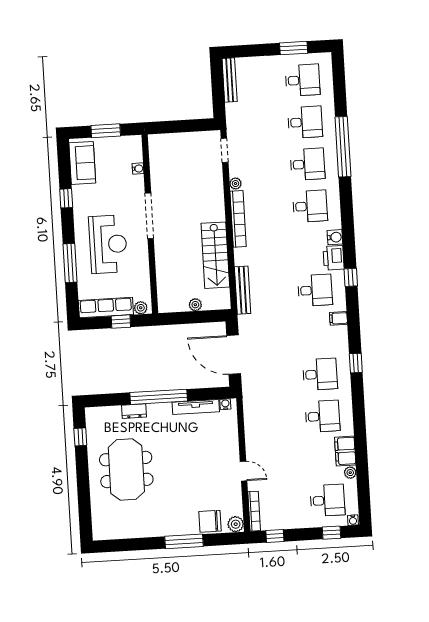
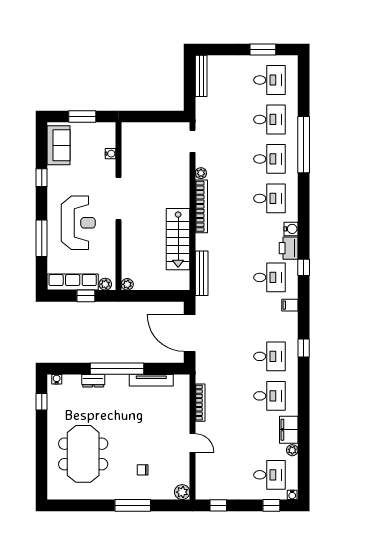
plant: (195, 305) -> (127, 284), moved
water cooler: (225, 404) -> (57, 379), moved
meeting table: (126, 470) -> (83, 454), moved
bookcase: (254, 511) -> (200, 403), moved
chair: (210, 521) -> (143, 470), moved, width x0.54, depth x0.54

